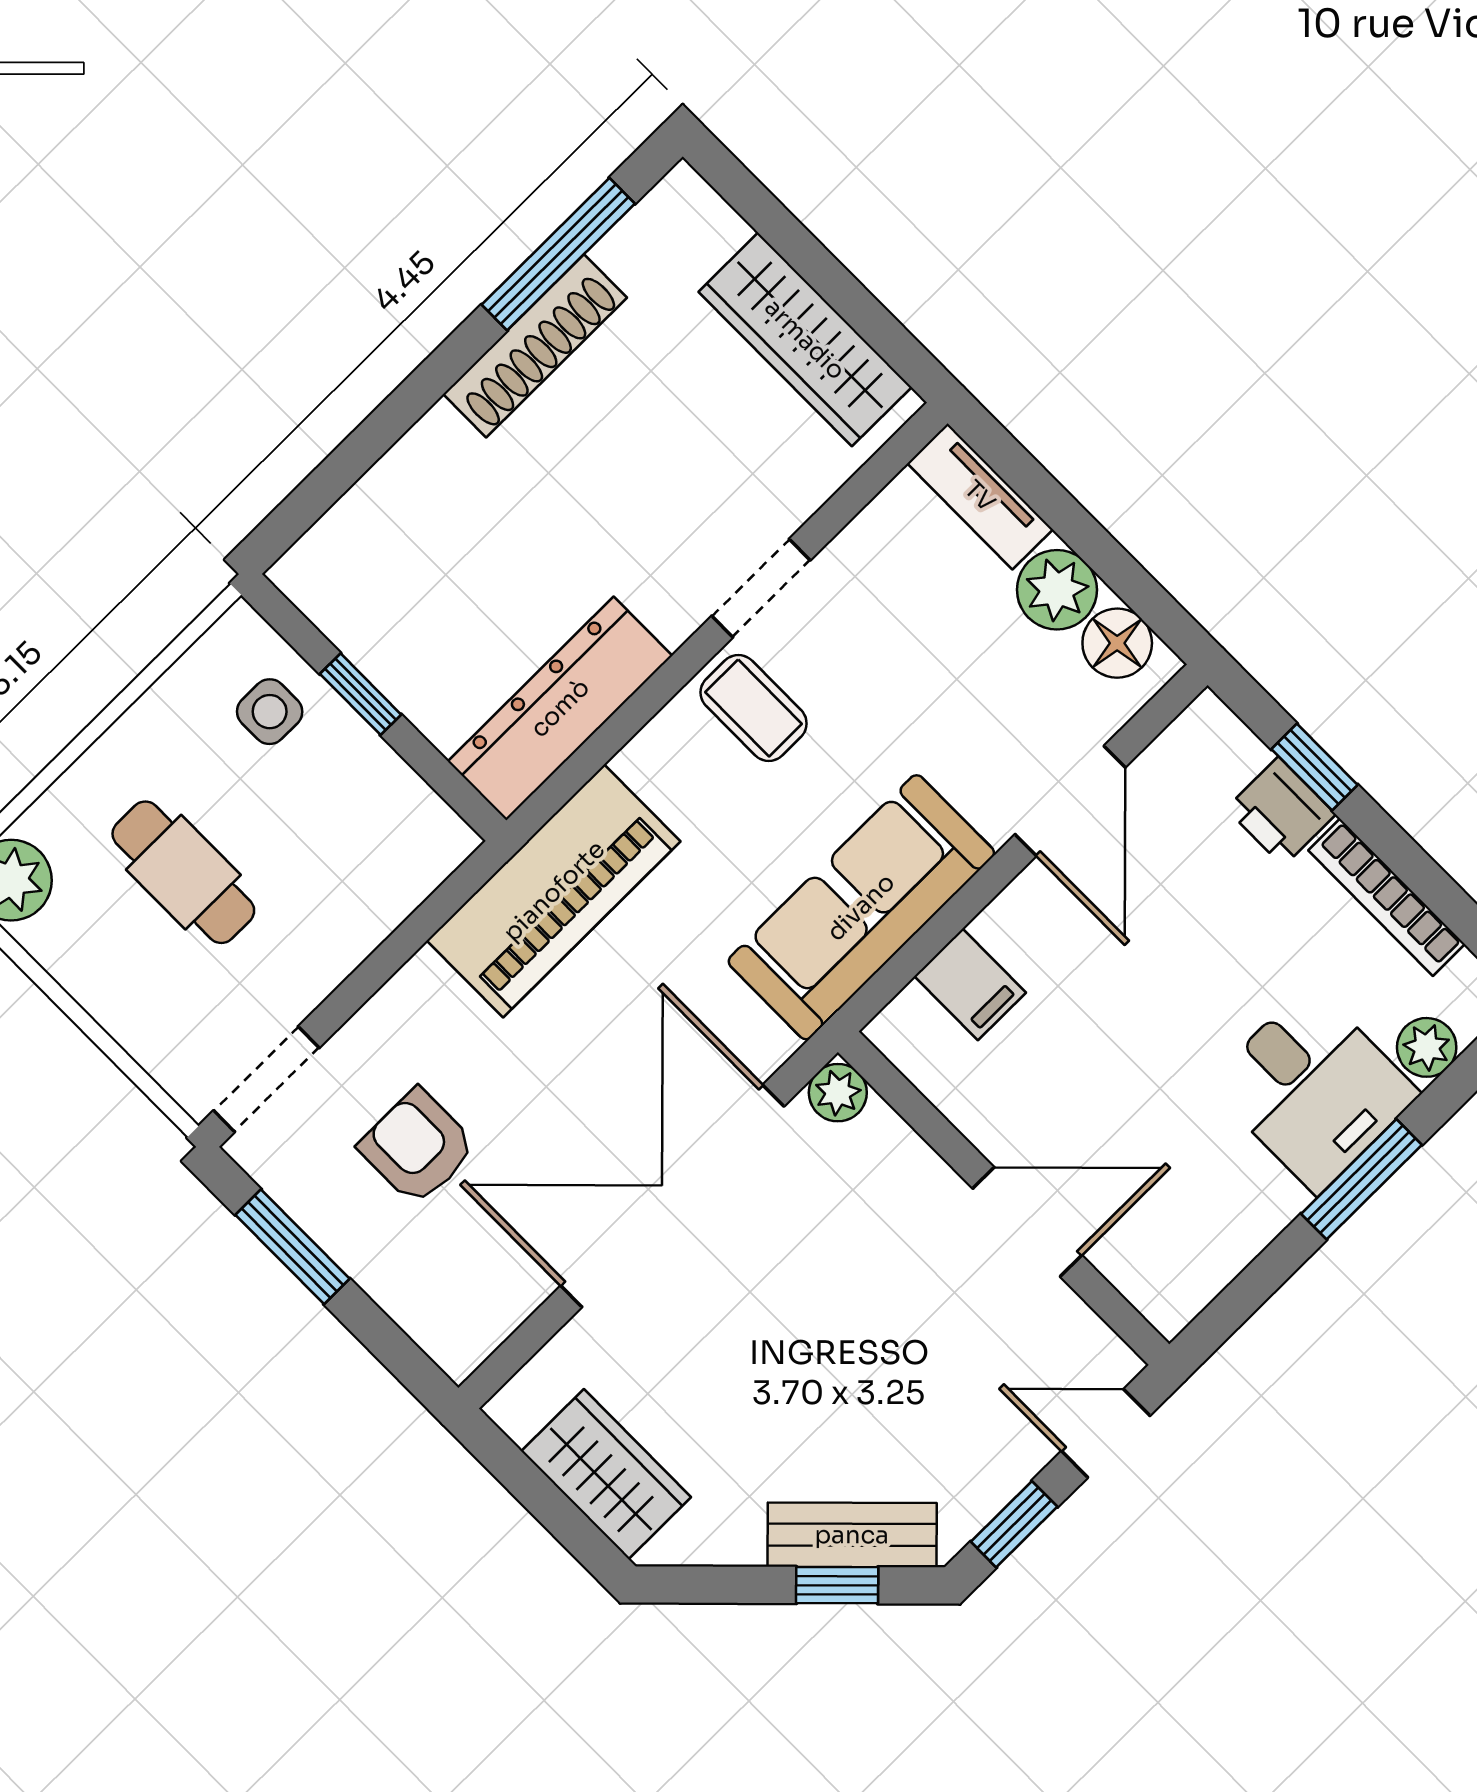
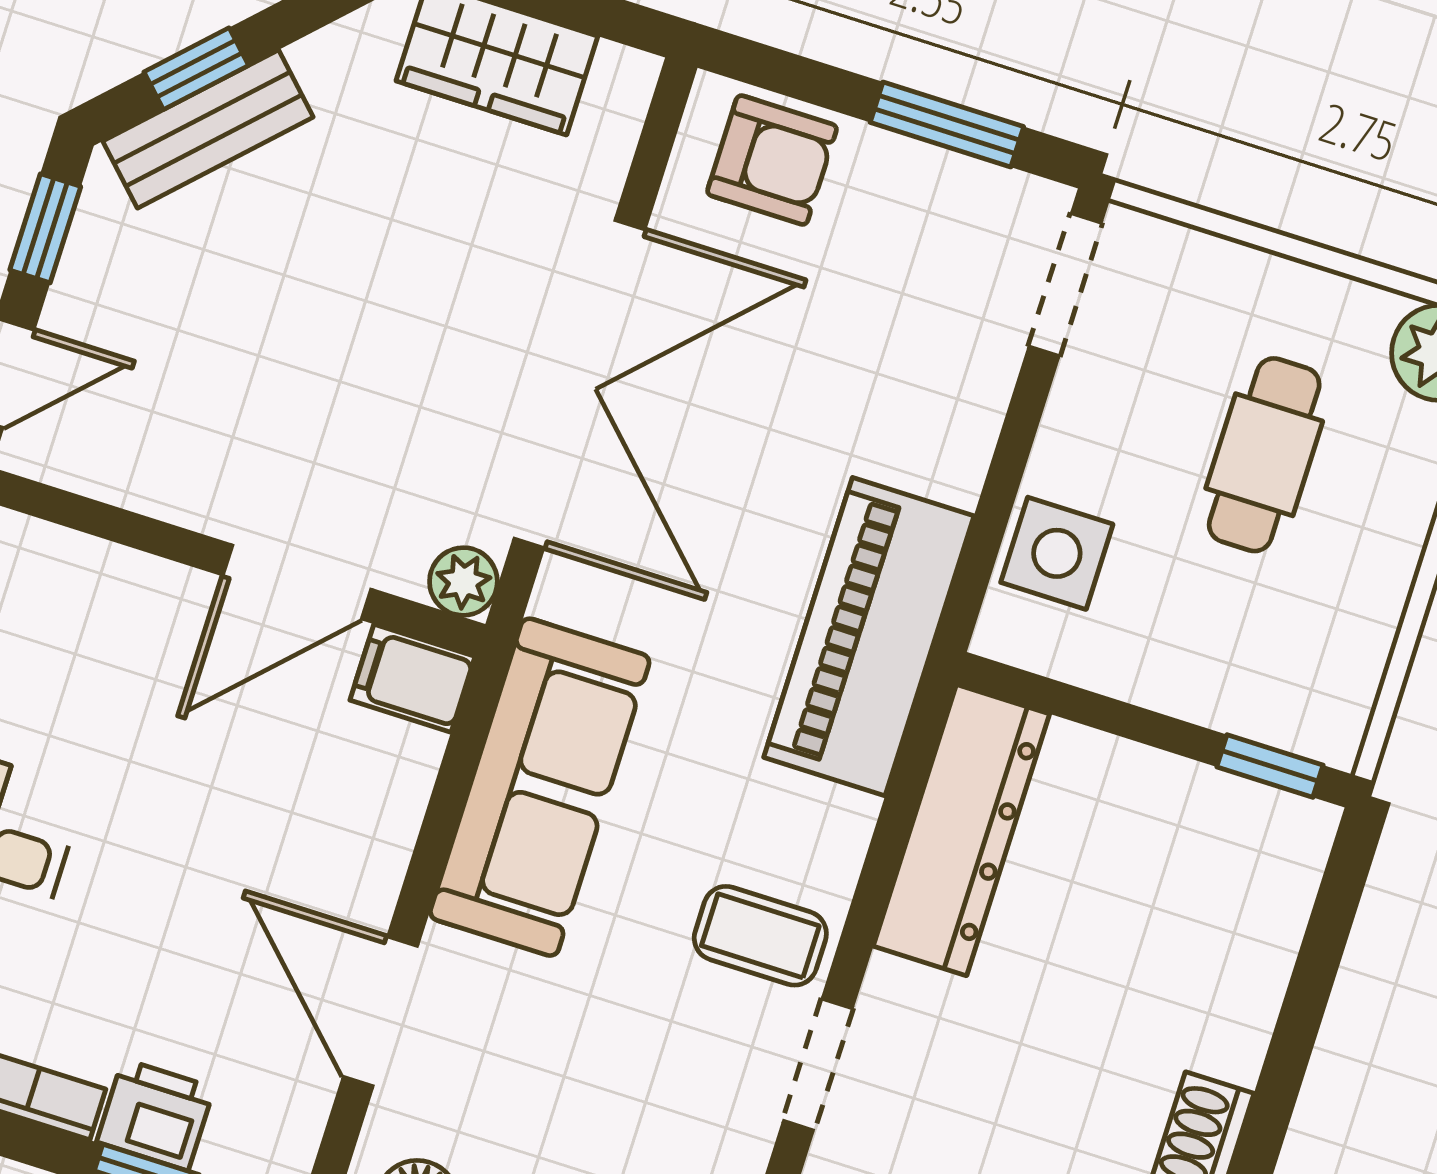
window: (361, 694) -> (1270, 766), moved
side table: (270, 712) -> (1057, 553), moved, width x1.37, depth x1.37
cafe table: (183, 872) -> (1264, 455), turned 90
filing cabinet: (970, 984) -> (412, 678), moved
armchair: (418, 1147) -> (772, 160), moved
door: (1027, 1222) -> (297, 582), moved

